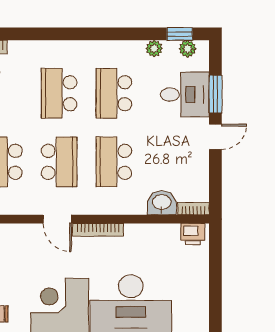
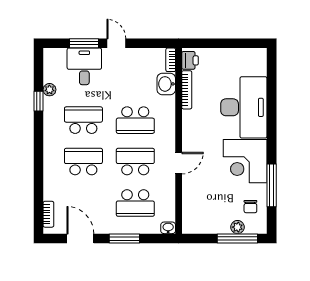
window: (180, 34) -> (39, 101), moved
plant: (188, 49) -> (50, 64), removed
school desk: (59, 93) -> (83, 162), turned 180
school desk: (114, 93) -> (83, 120), turned 180
bookcase: (98, 230) -> (187, 90), moved

